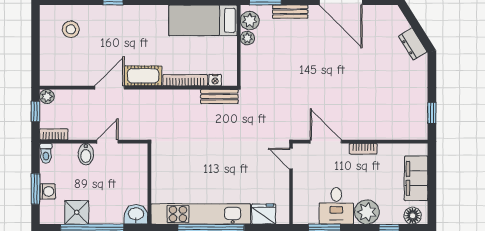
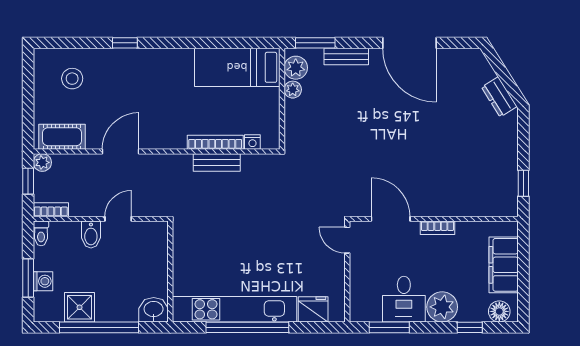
cot: (143, 76) -> (62, 137), moved
bench: (219, 96) -> (217, 162), moved

